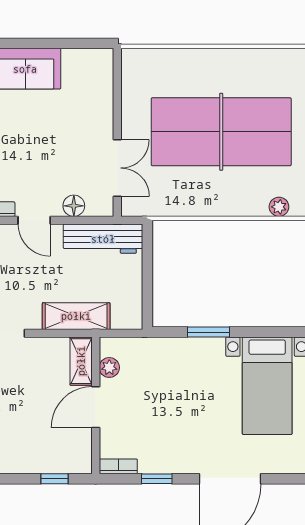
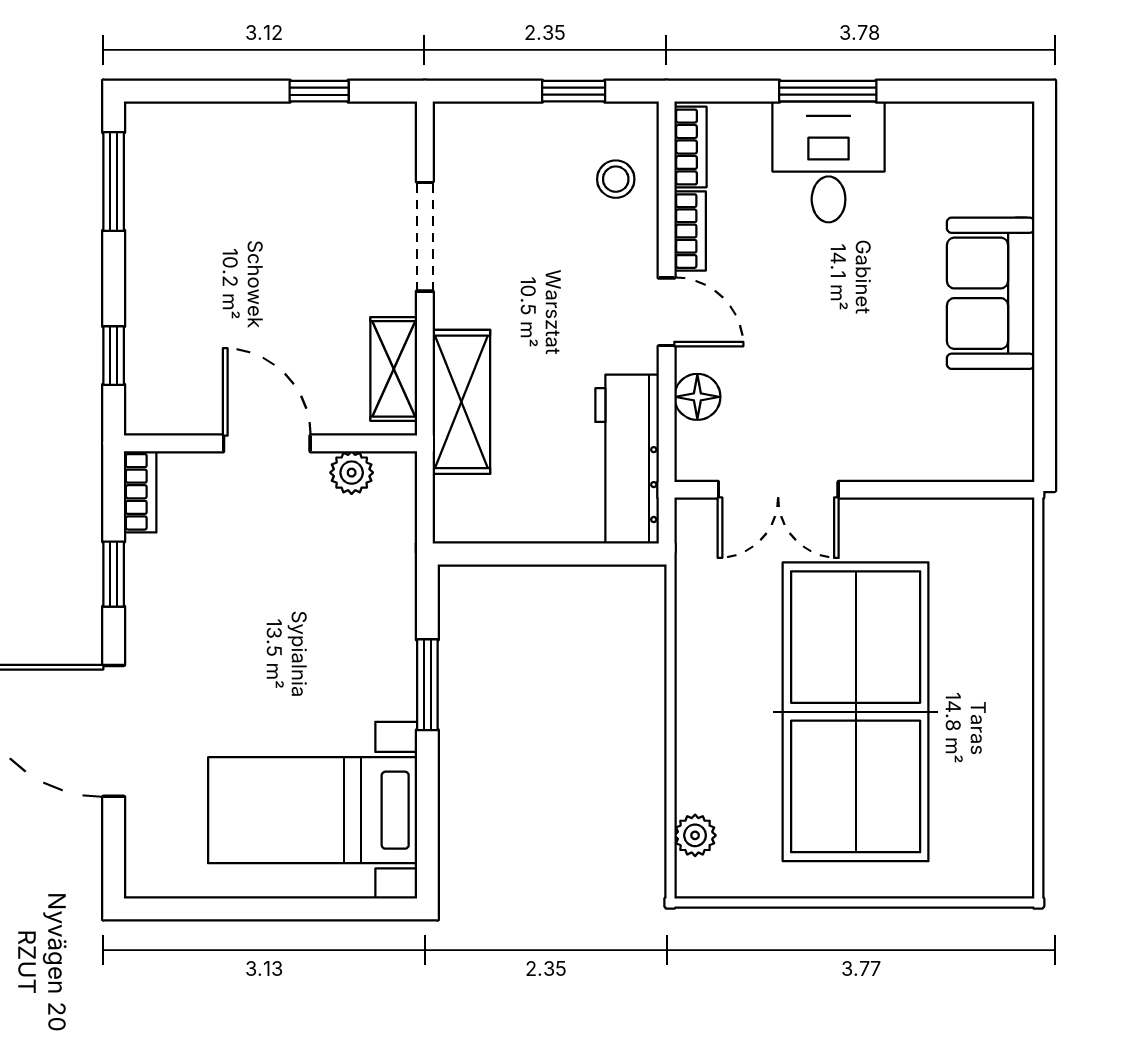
door: (34, 220) -> (667, 312), swing flipped
shelving: (81, 361) -> (394, 369), moved, turned 90

